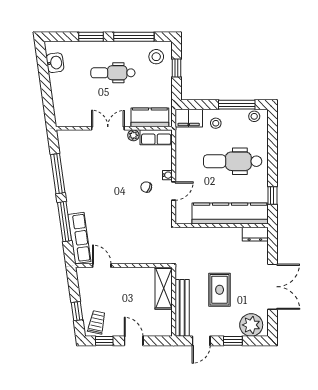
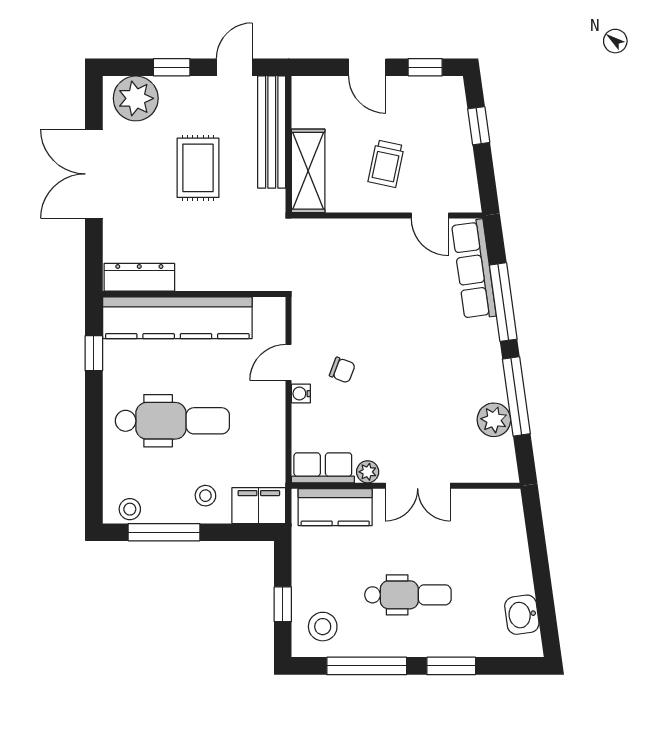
plant: (69, 162) -> (494, 420), added
dresser: (255, 234) -> (139, 277), width x1.44
trolley: (97, 322) -> (386, 164), moved

